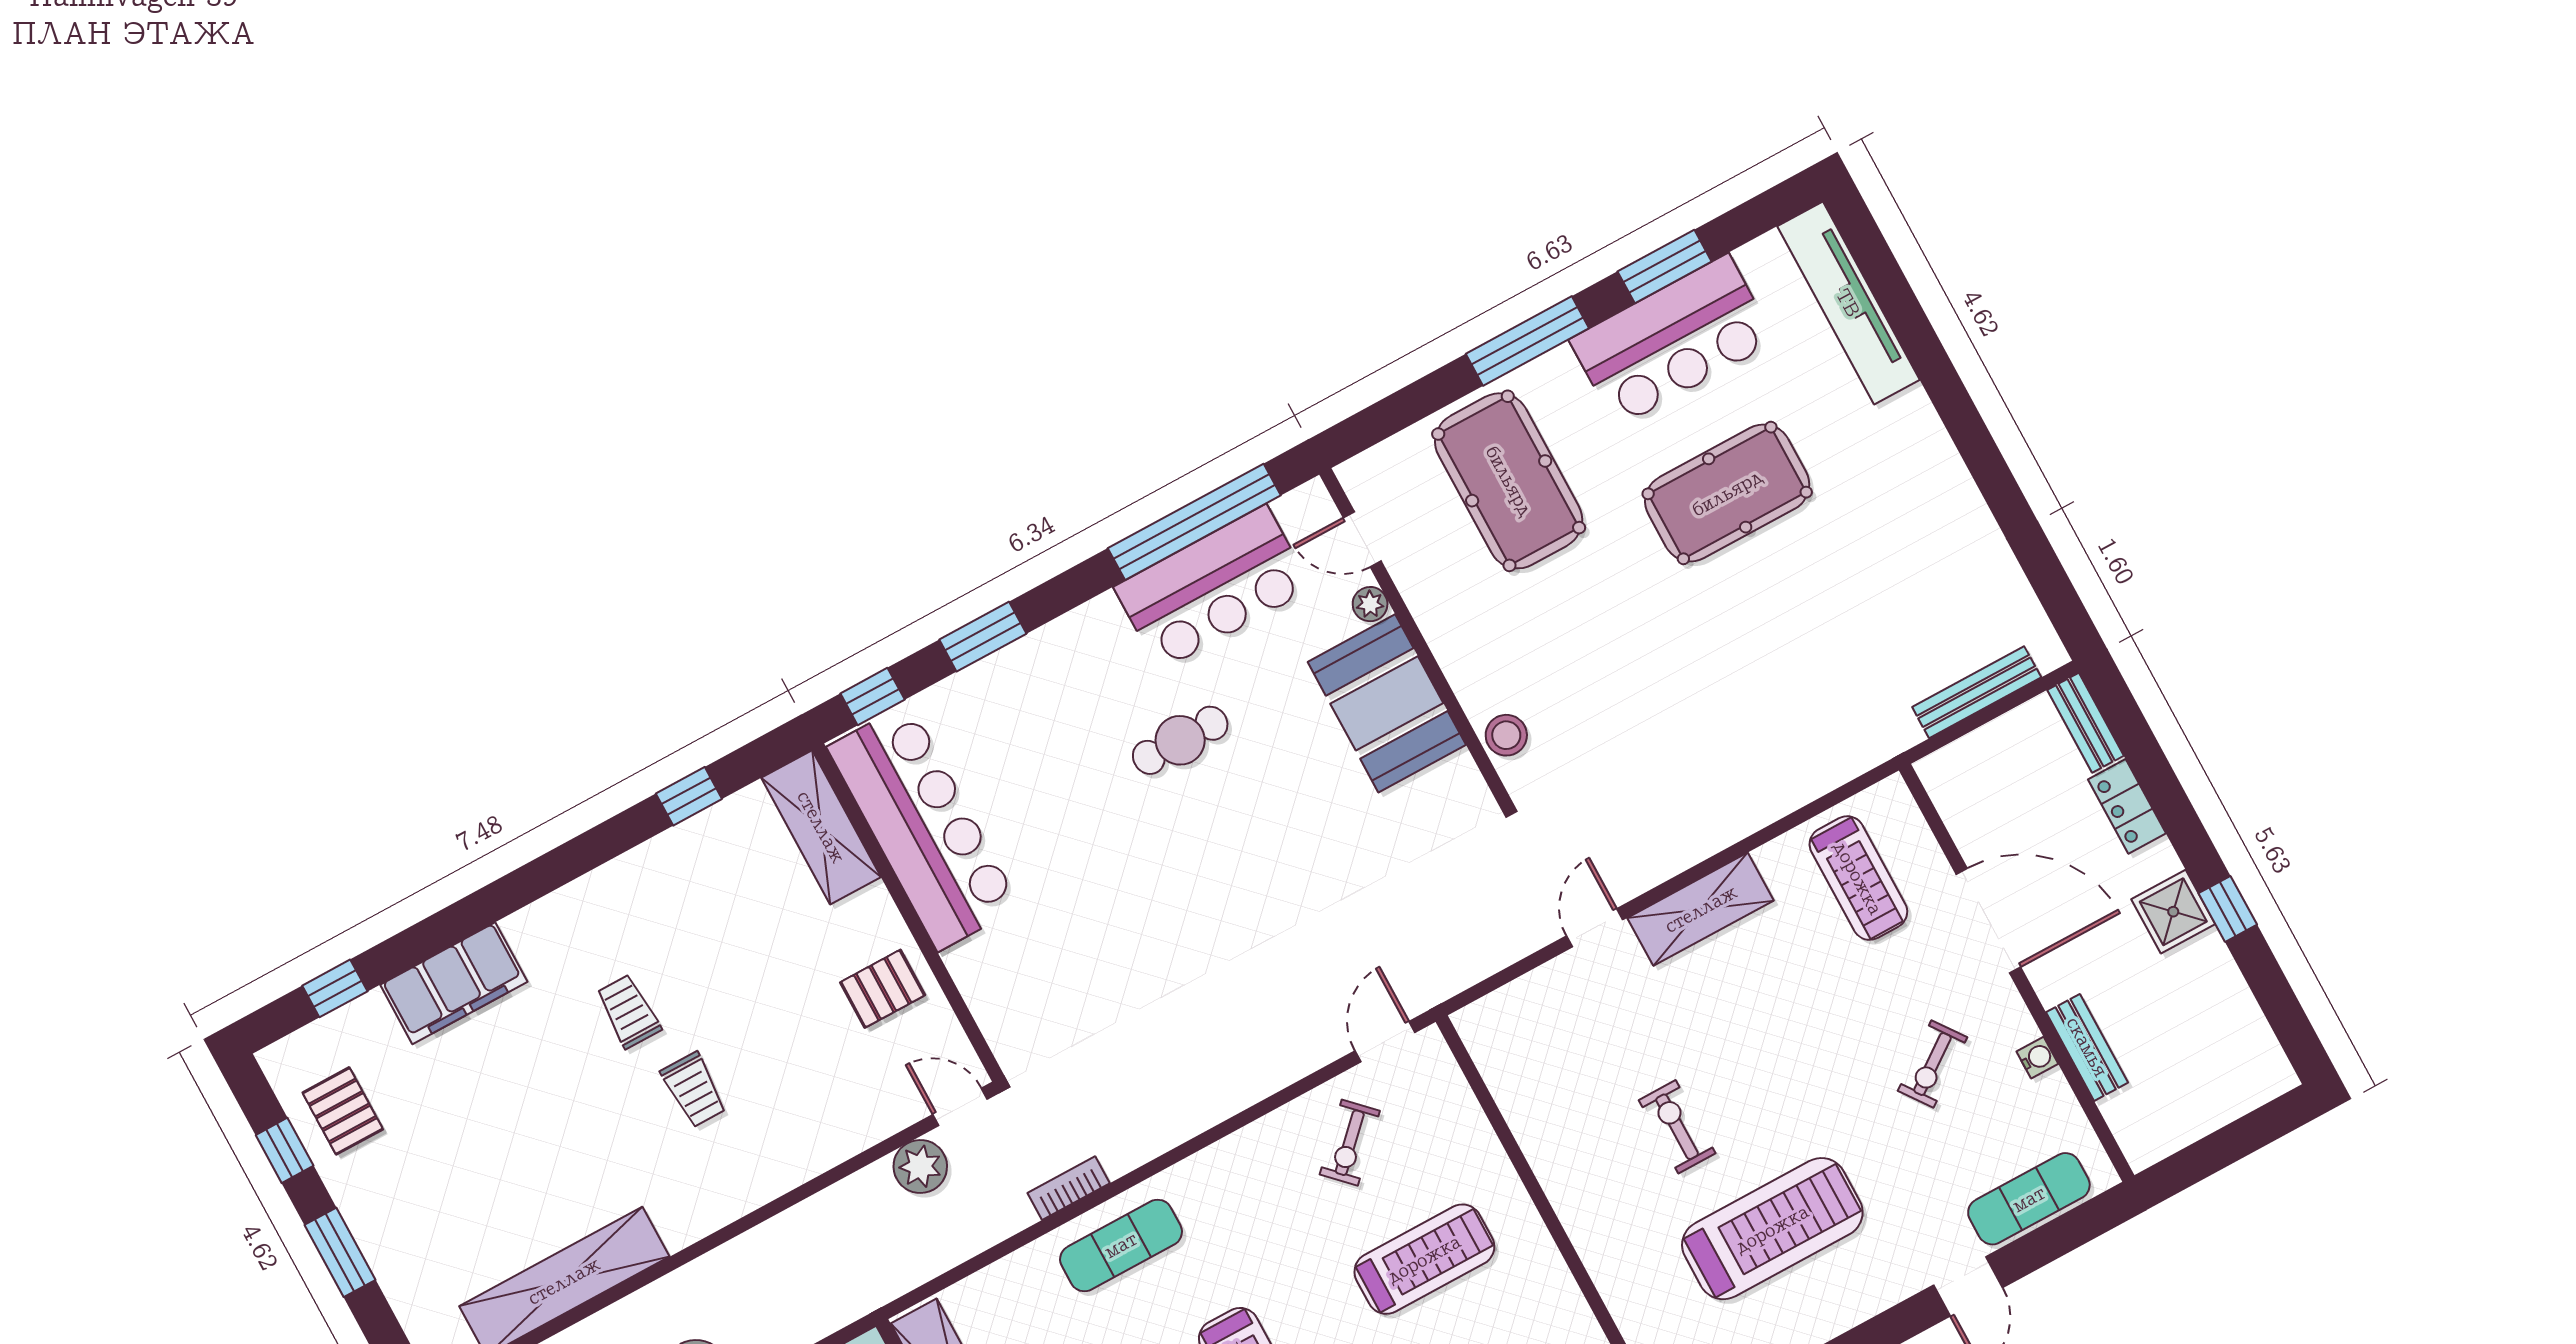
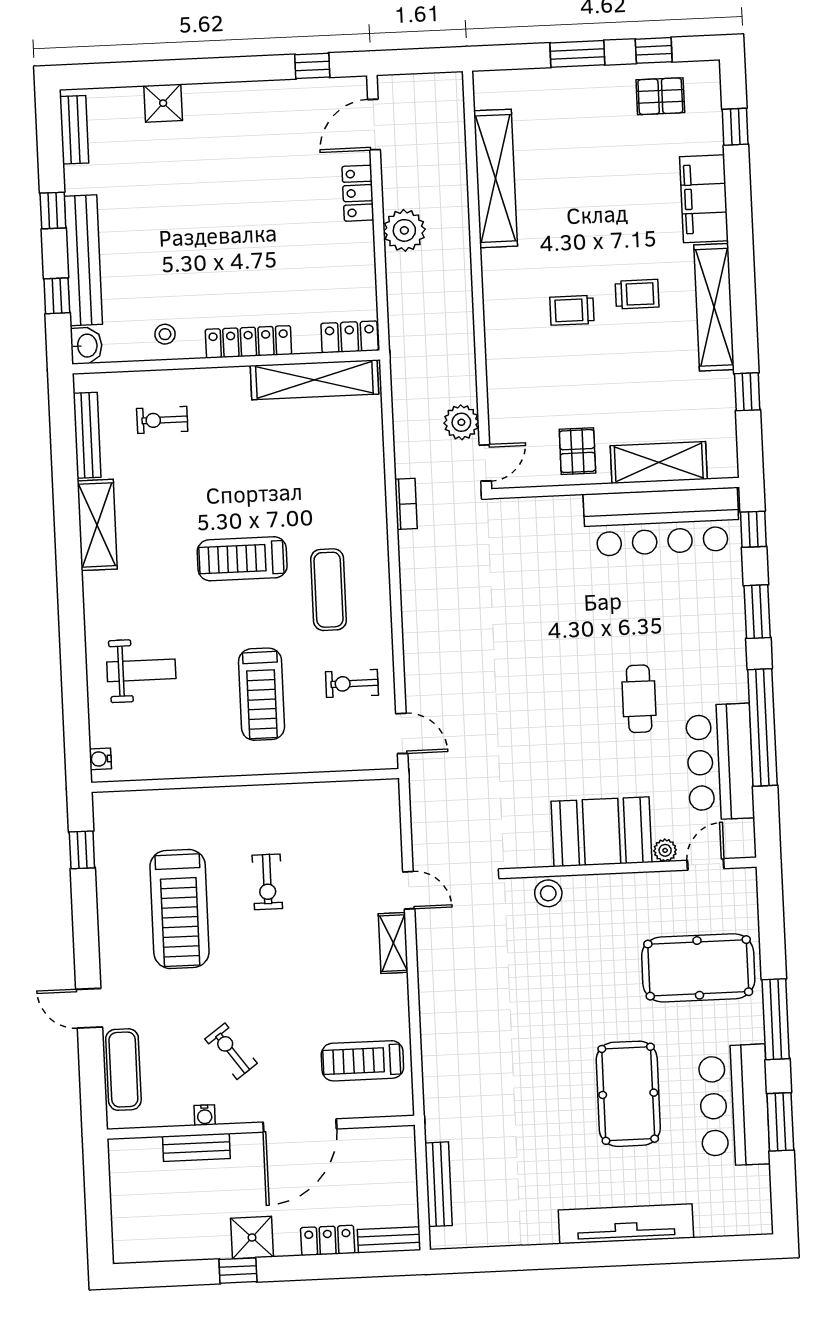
tv unit: (1848, 303) -> (626, 1224), moved
window: (1194, 522) -> (762, 727), moved
shelving: (821, 827) -> (659, 463), moved
shelving: (595, 898) -> (714, 307), added
shelving: (1701, 909) -> (393, 943), width x0.67, depth x0.75
exercise bike: (1677, 1127) -> (267, 882), turned 90
exercise bike: (1350, 1143) -> (352, 683), turned -45
exercise mat: (1121, 1245) -> (329, 590), moved

